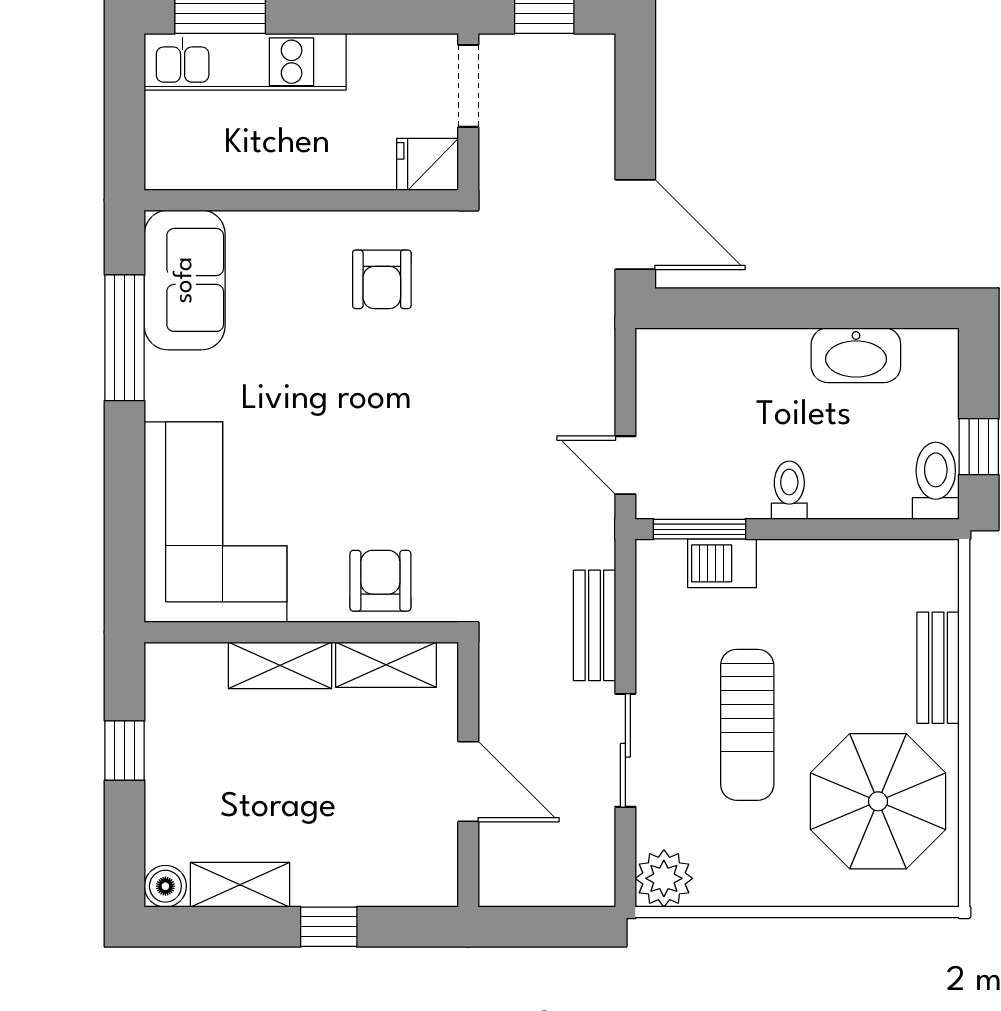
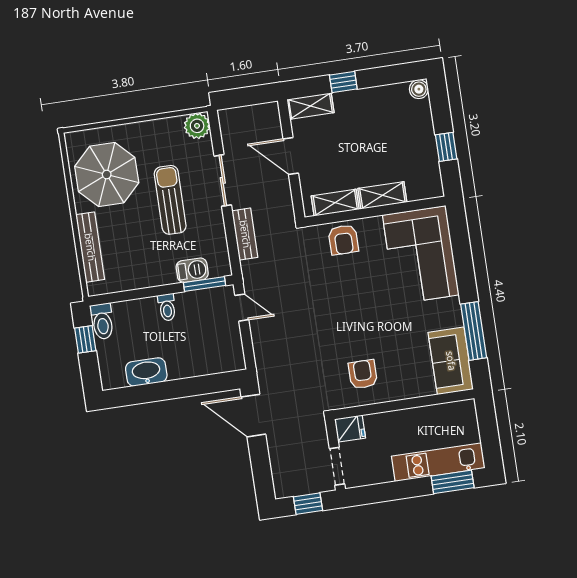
bench: (938, 668) -> (90, 247), width x1.36
shelving: (240, 885) -> (310, 106), moved

